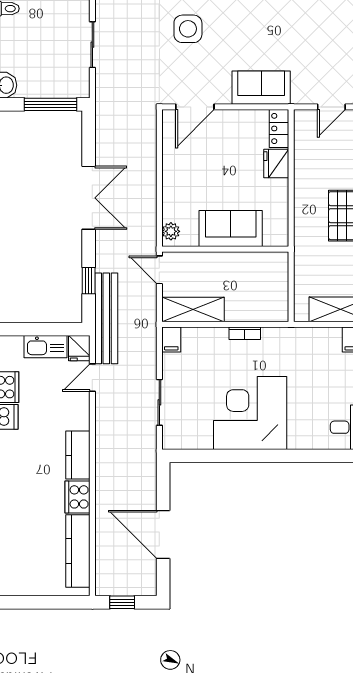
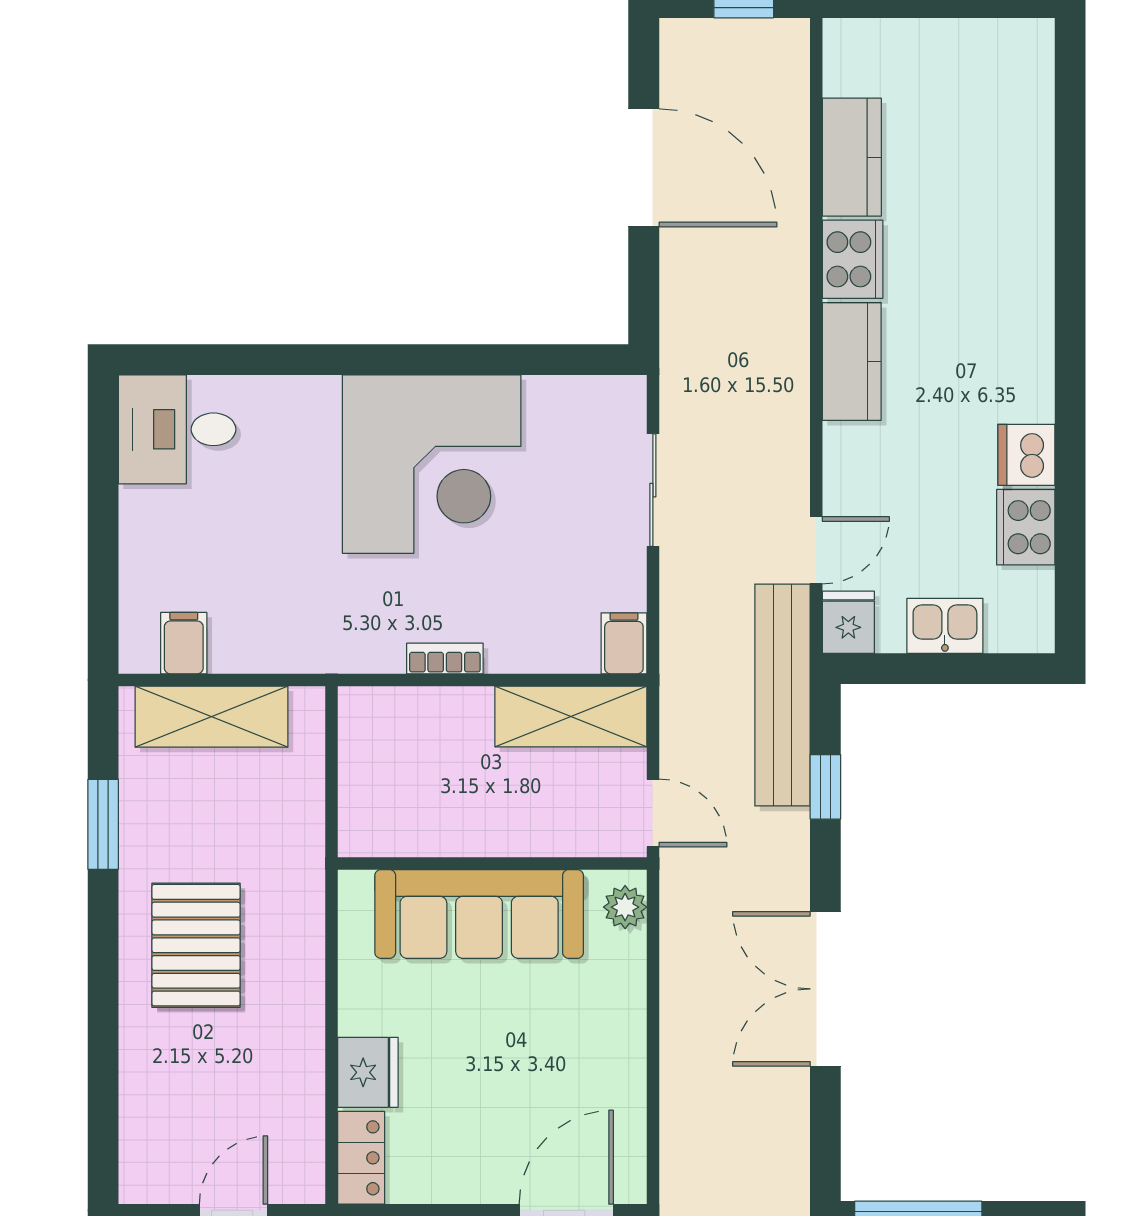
sofa: (231, 228) -> (479, 914), width x1.36
kitchen sink: (46, 347) -> (945, 626), width x0.73
kitchen counter: (78, 551) -> (852, 157), width x0.67

